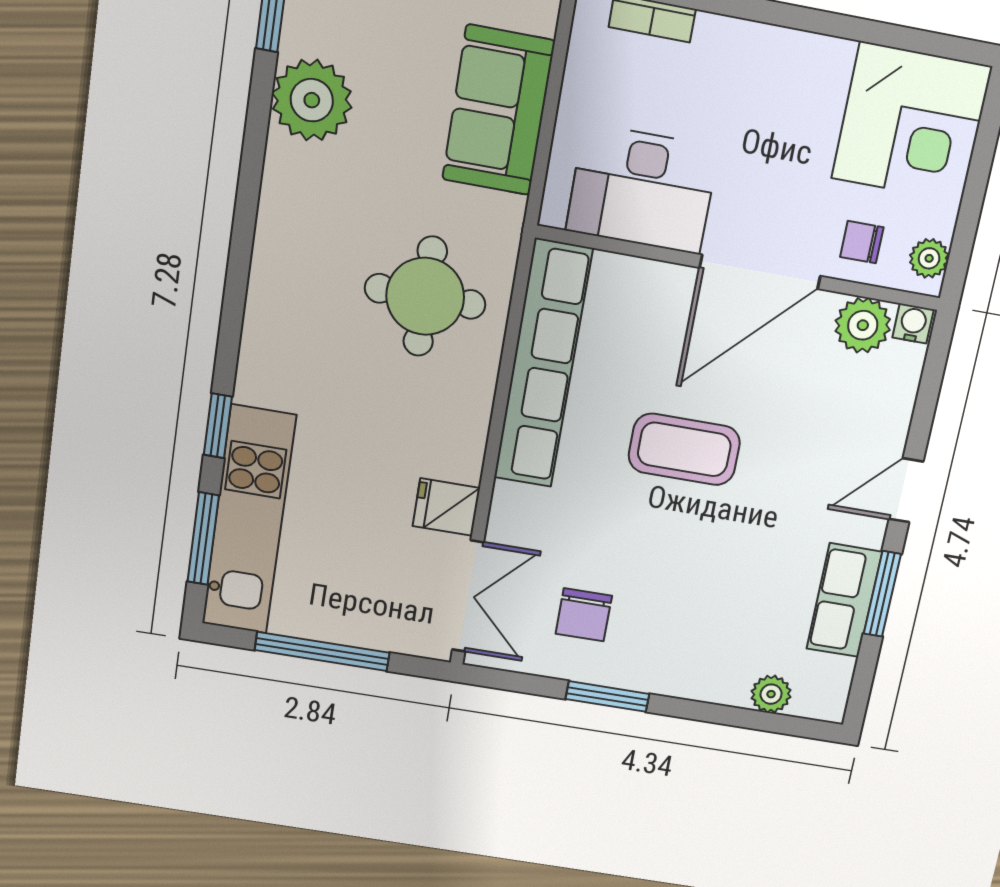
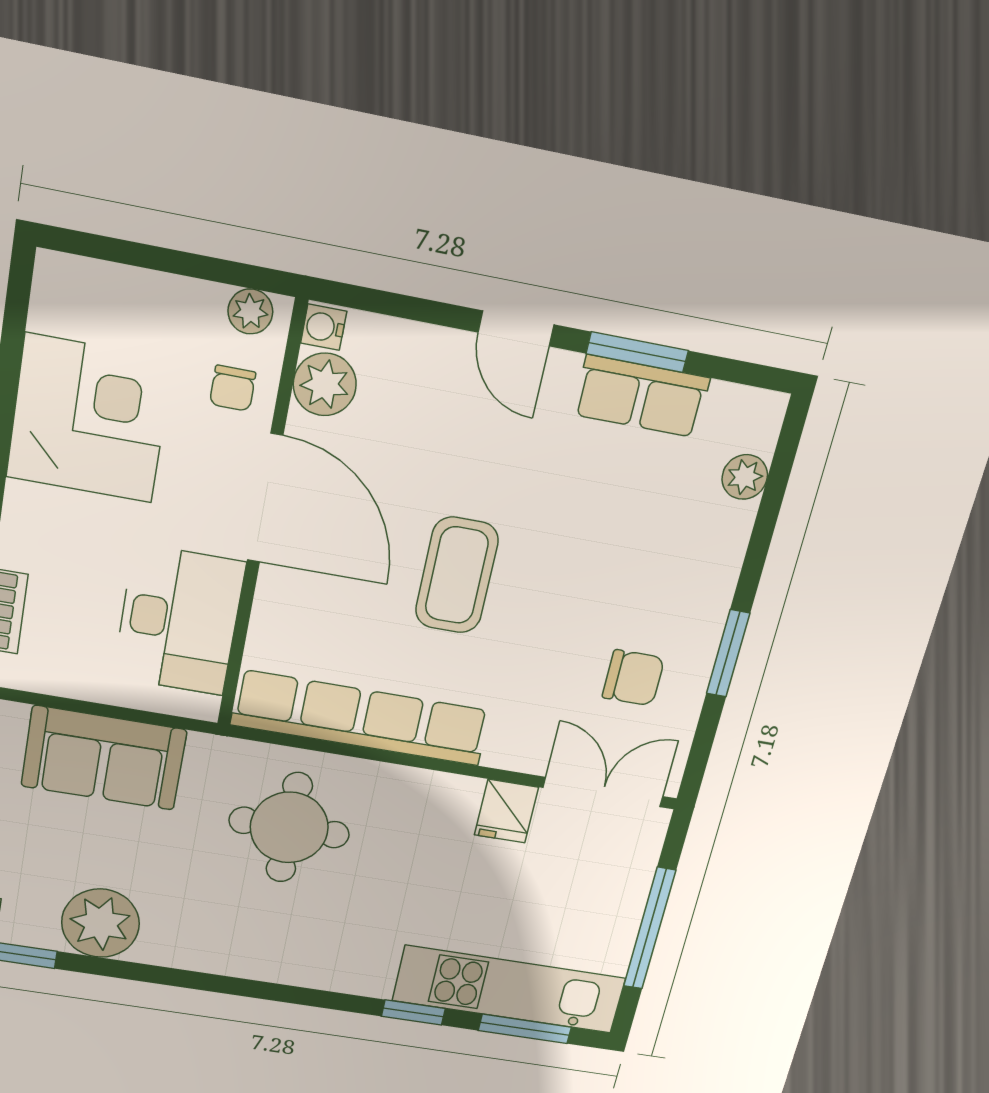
corner desk: (912, 122) -> (89, 419), moved

